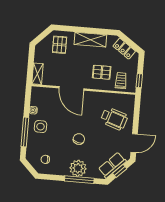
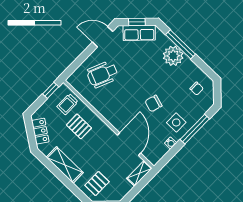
door: (71, 88) -> (129, 144), moved
wheelchair: (114, 119) -> (102, 74), turned -85
chair: (79, 139) -> (153, 103), moved

